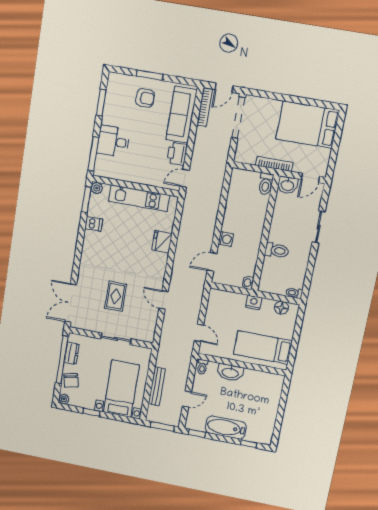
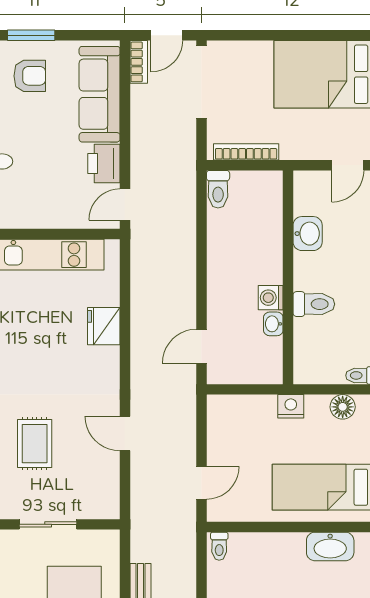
bookcase: (205, 107) -> (139, 62), width x0.64
bookcase: (274, 164) -> (246, 152), moved
toilet: (266, 184) -> (218, 189), moved
washbasin: (287, 185) -> (308, 234), moved, turned -90
washing machine: (226, 239) -> (271, 298), moved, turned 180
washbasin: (248, 283) -> (273, 324), moved
door: (199, 333) -> (201, 483), hinge flipped
washbasin: (230, 372) -> (330, 546), moved

